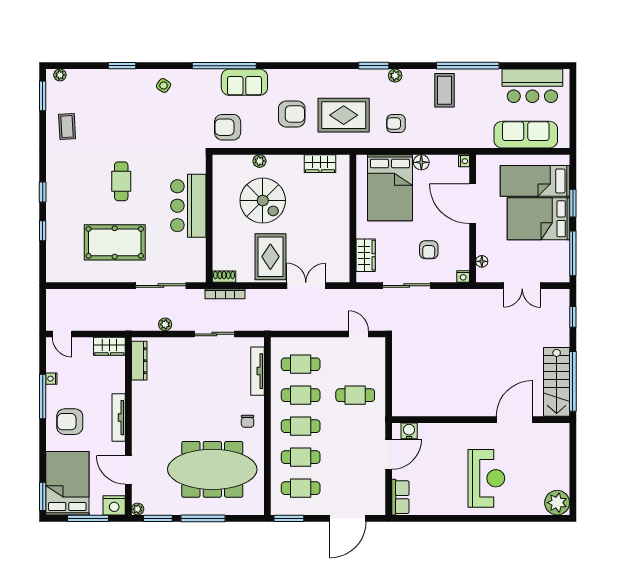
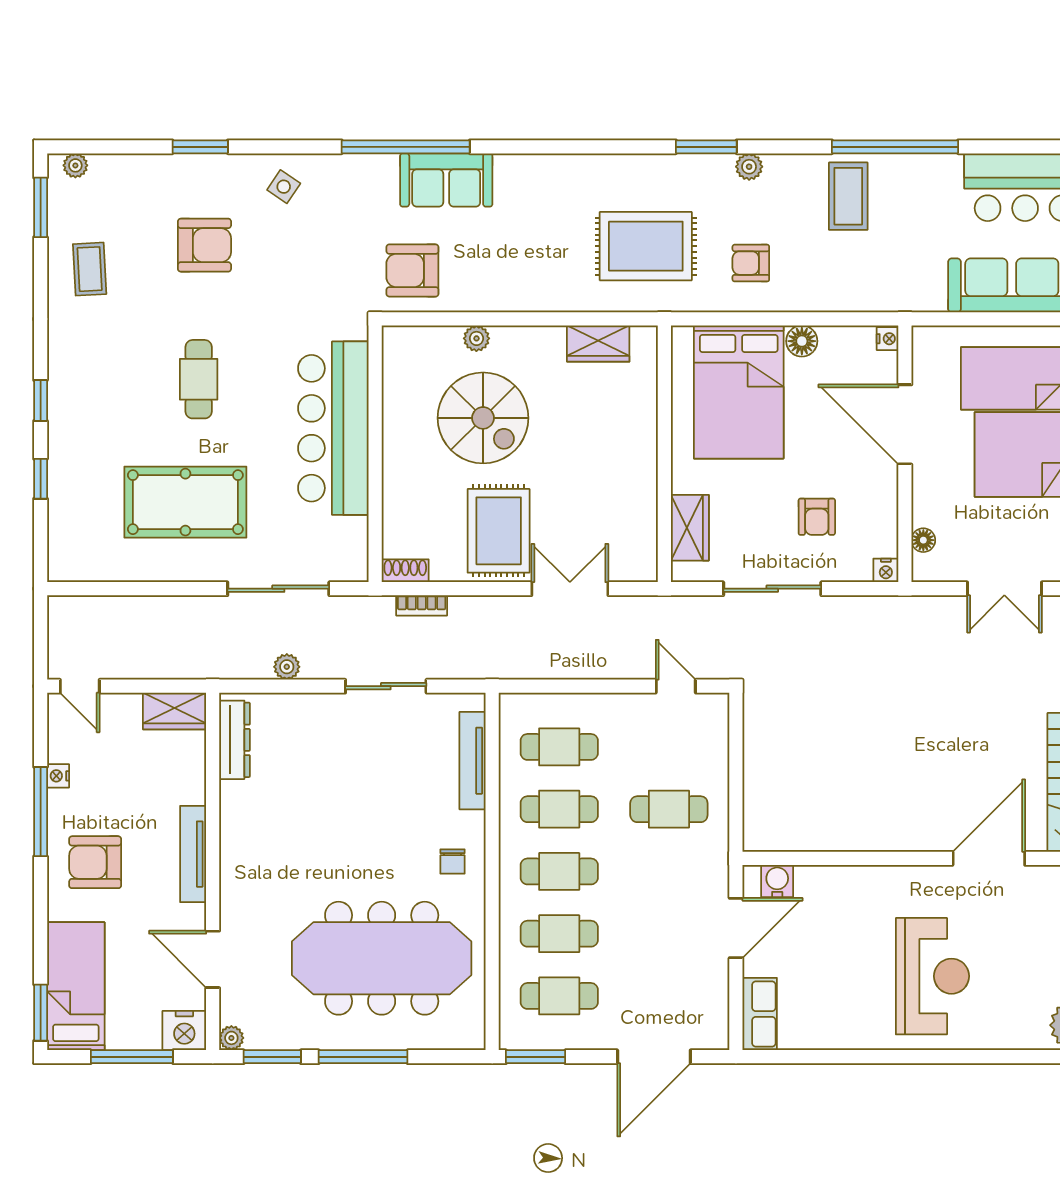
armchair: (292, 114) -> (204, 245), moved
bar counter: (188, 206) -> (333, 428), width x1.36
bookcase: (225, 294) -> (422, 605), width x0.64
bed: (67, 483) -> (76, 986), width x0.67

